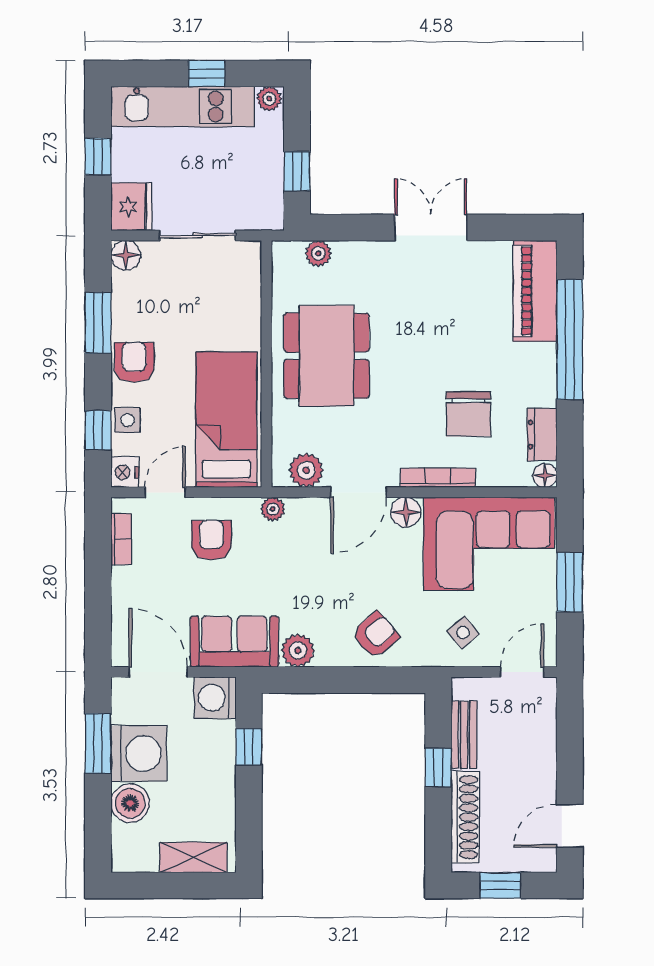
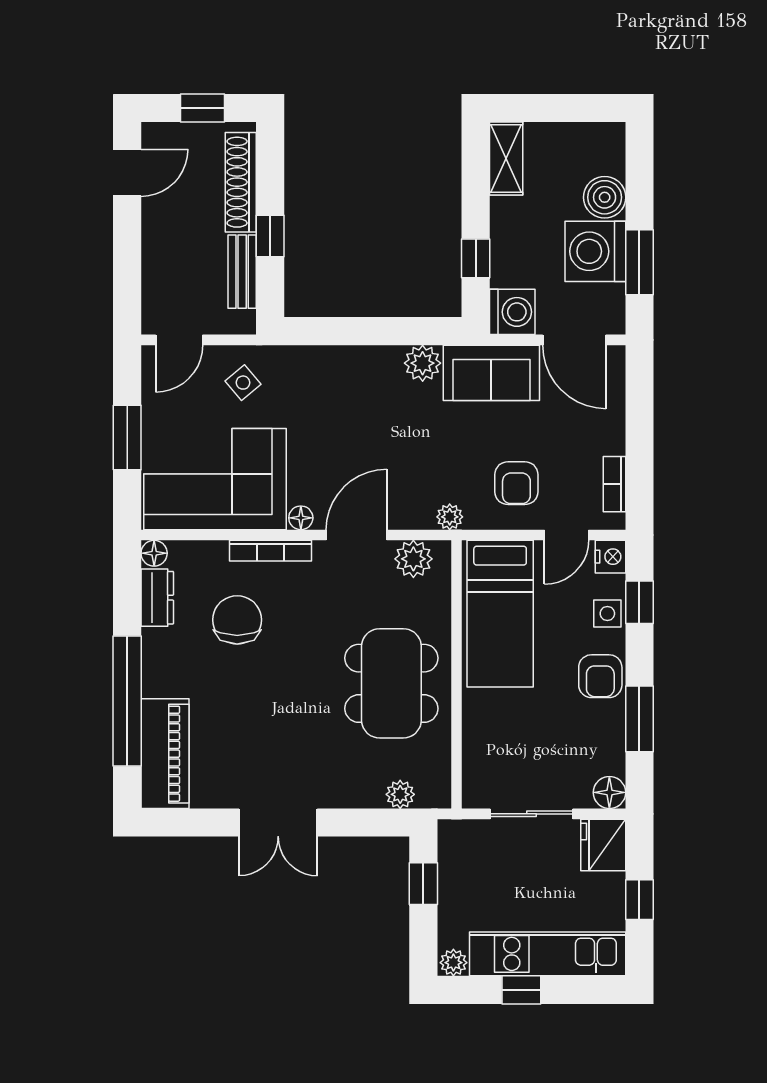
floor lamp: (406, 512) -> (301, 518), width x0.73, depth x0.73
armchair: (376, 635) -> (338, 380), removed
shelving: (193, 857) -> (506, 159), moved, turned 90

